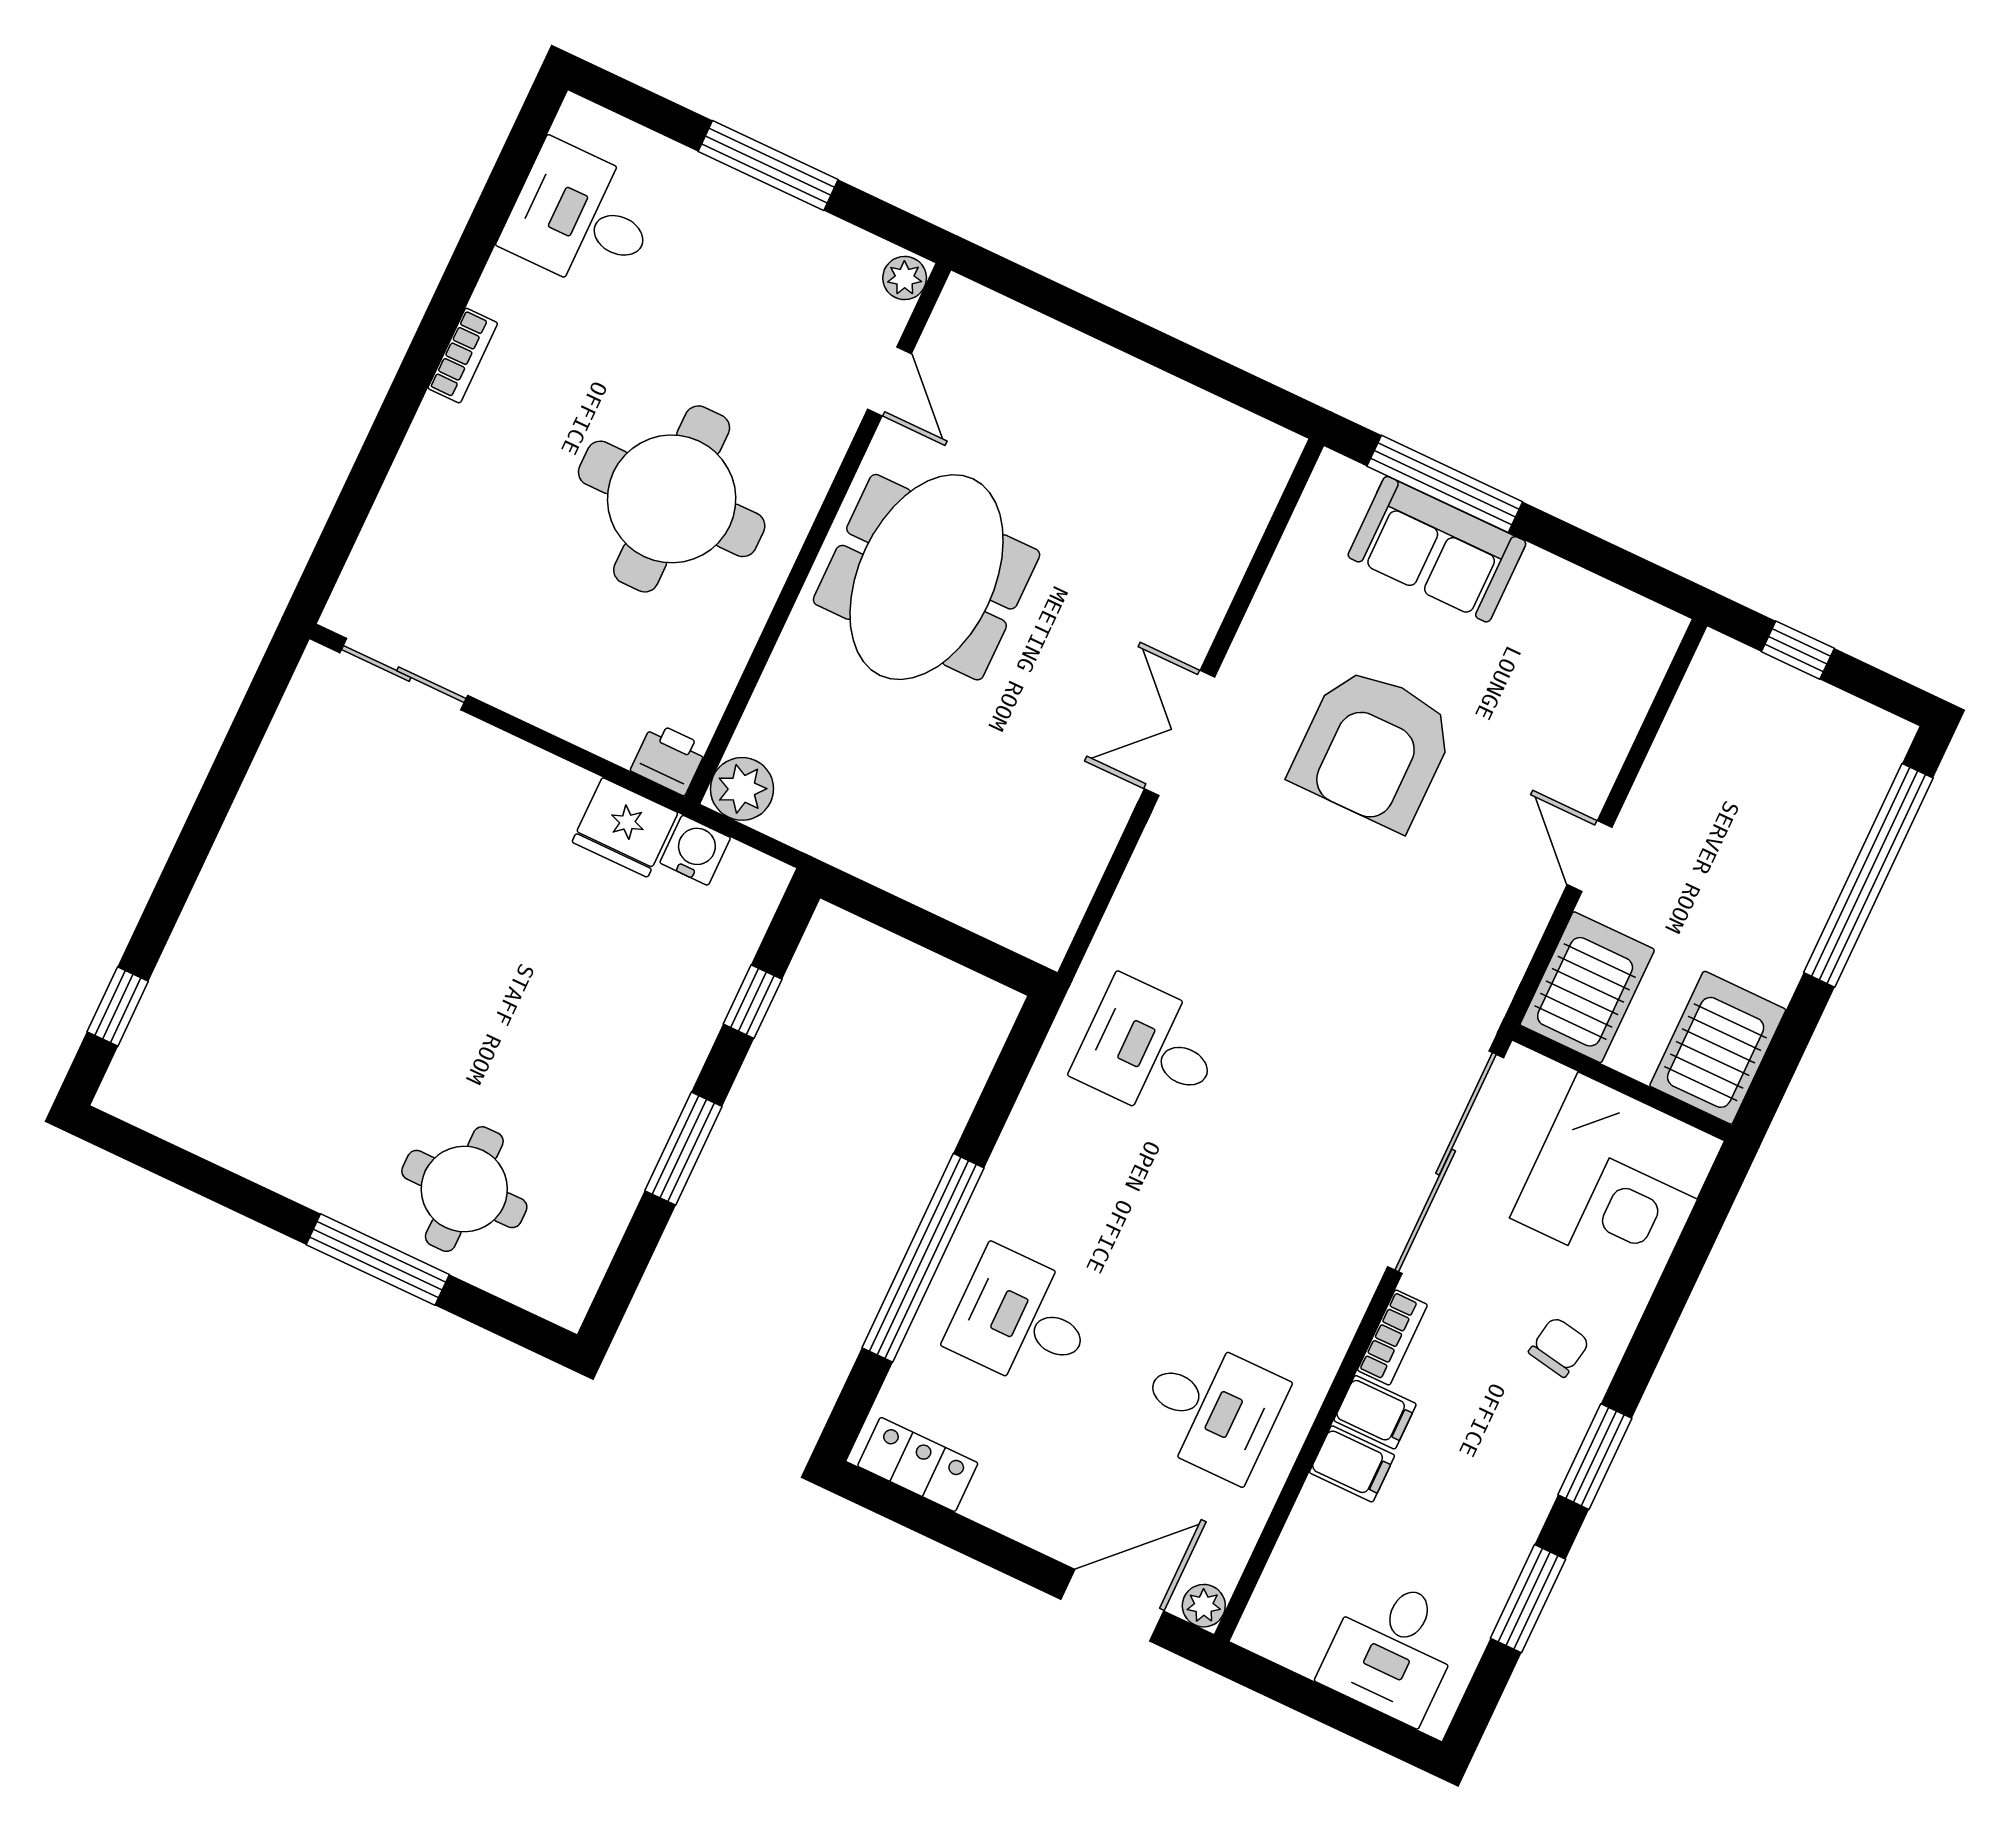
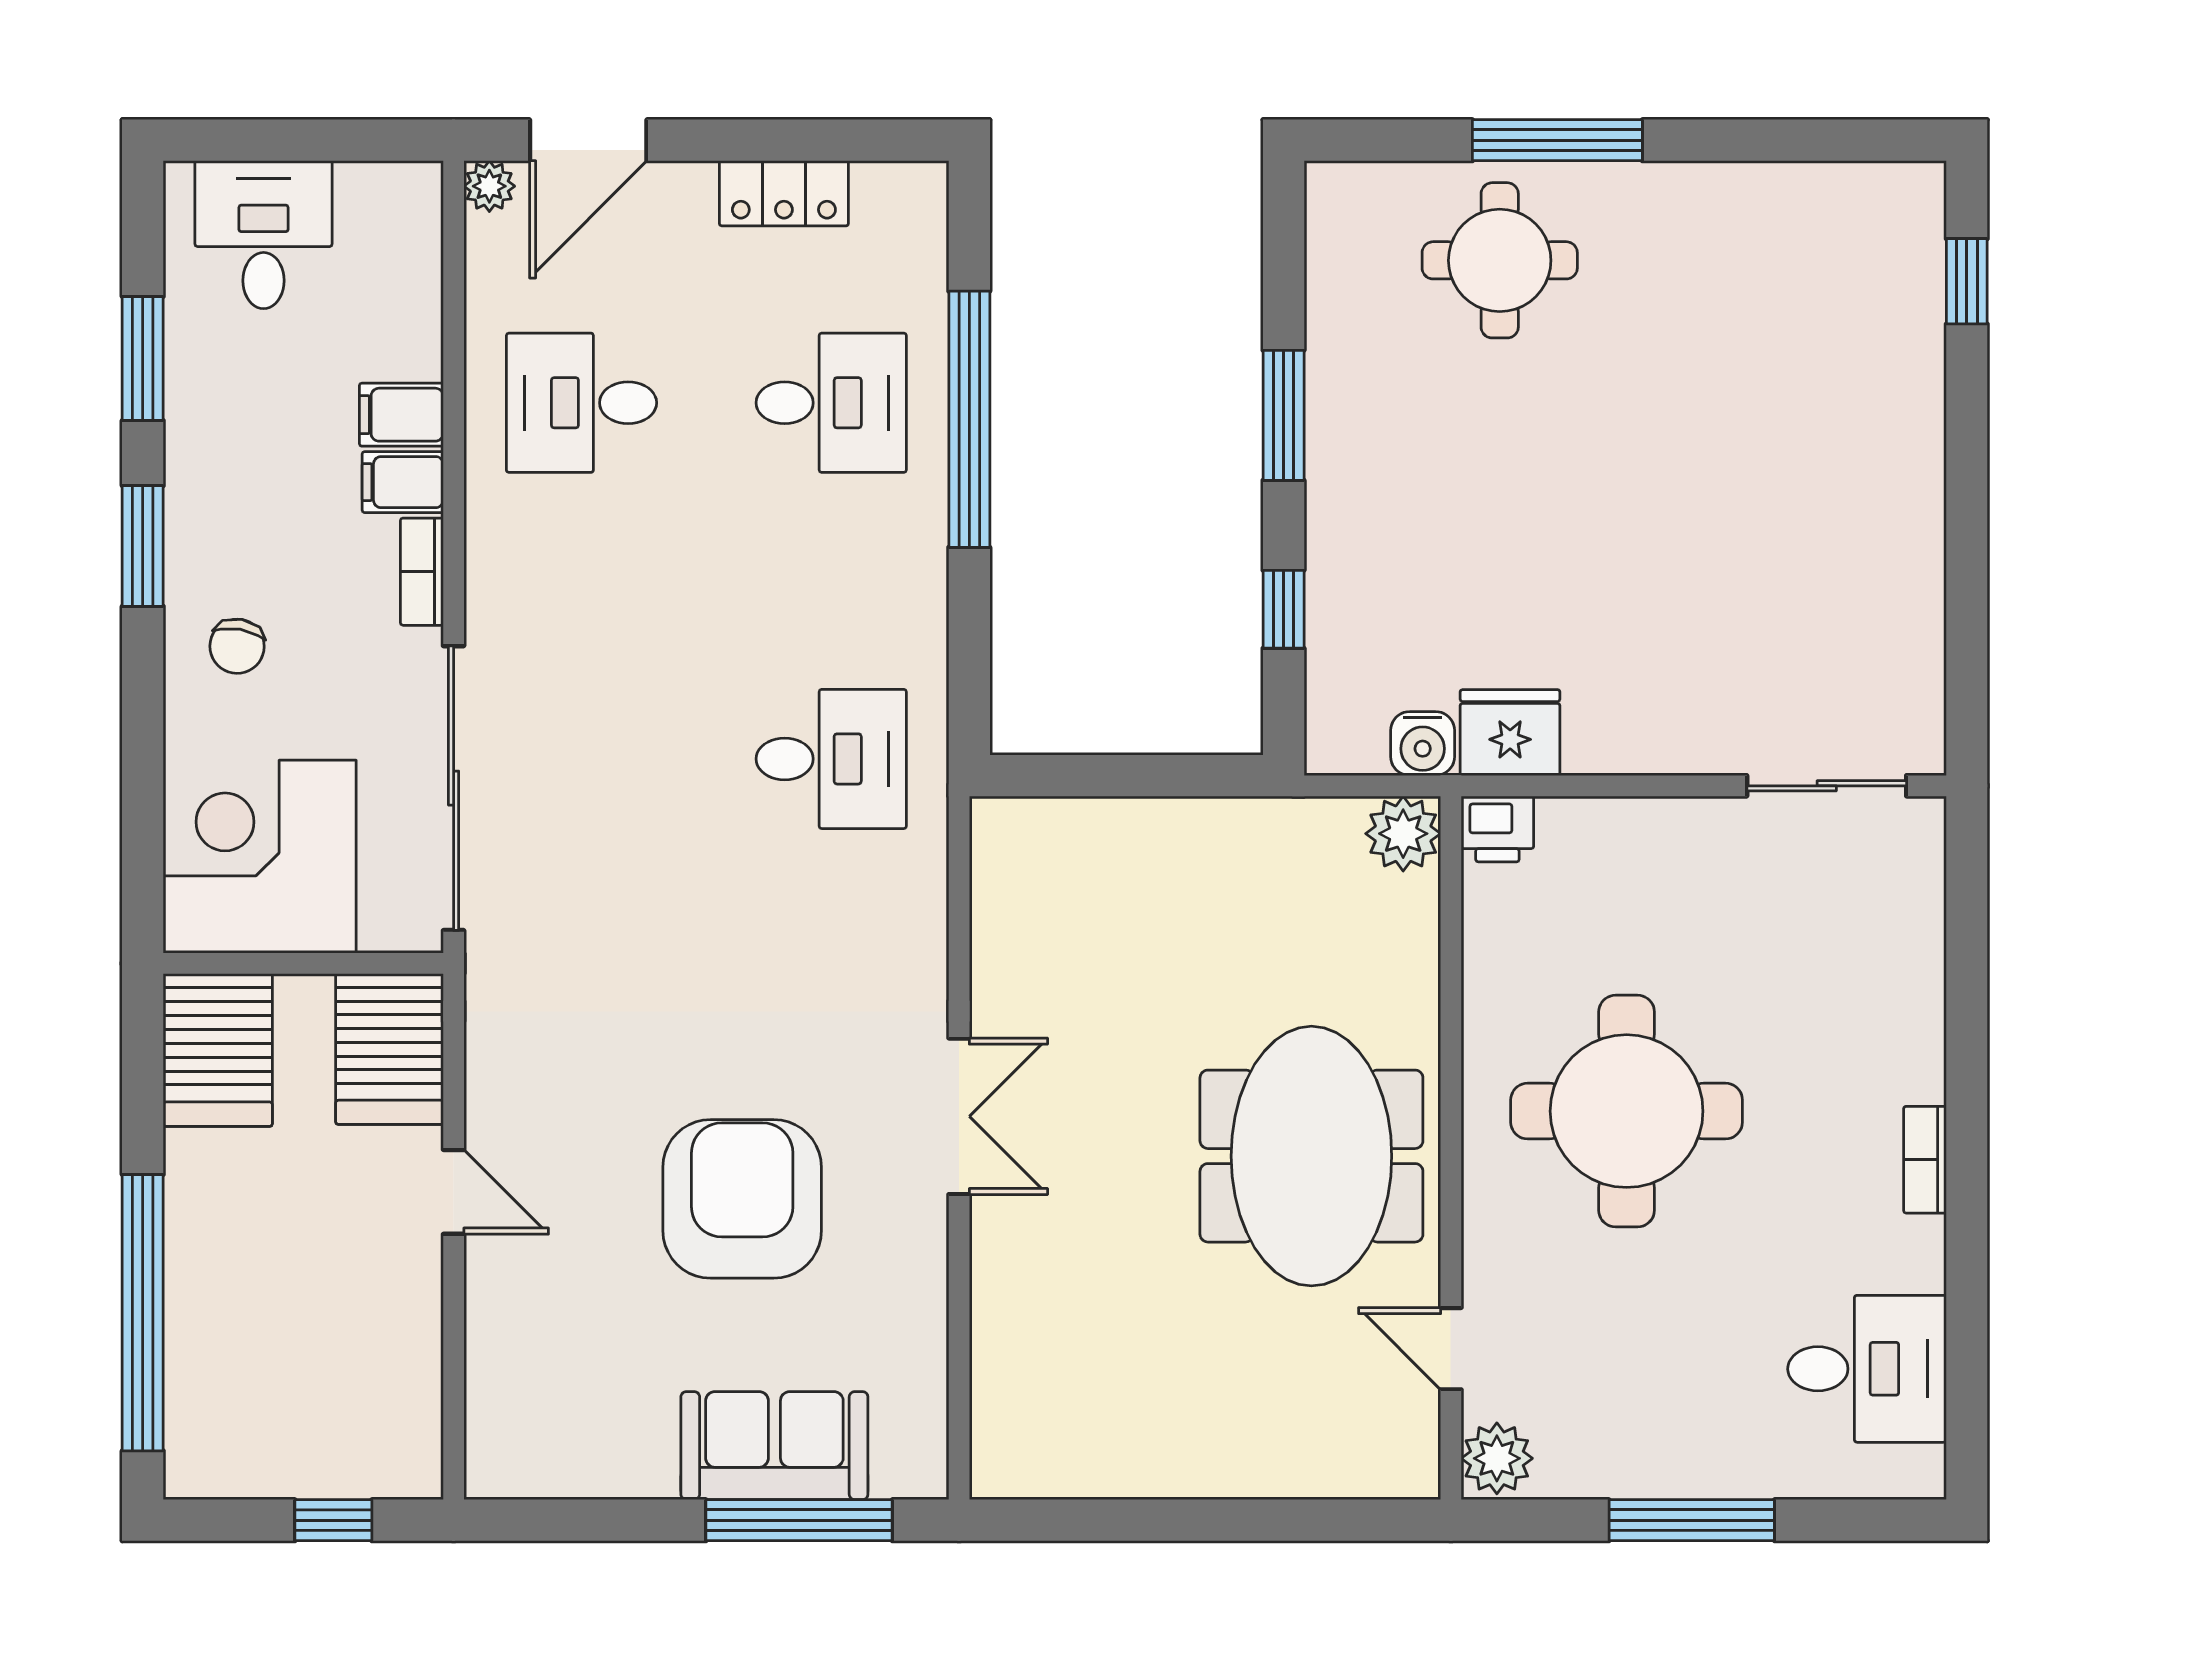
plant: (905, 278) -> (1497, 1458), width x1.38, depth x1.38
locker: (918, 1464) -> (784, 193), moved

